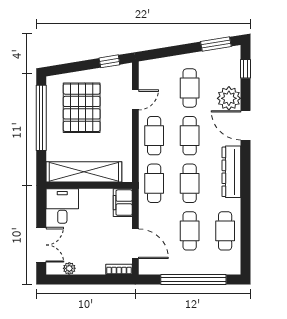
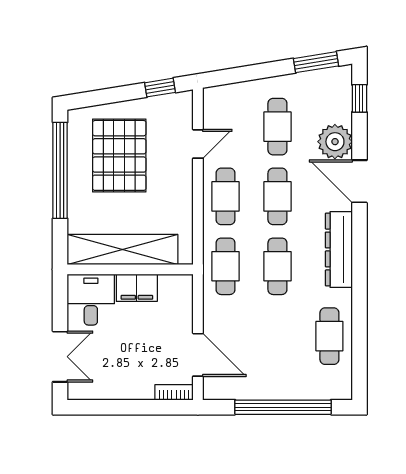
filing cabinet: (123, 203) -> (137, 288), moved, turned -90
cafe table: (190, 231) -> (277, 336), removed
plant: (69, 268) -> (101, 391), removed

